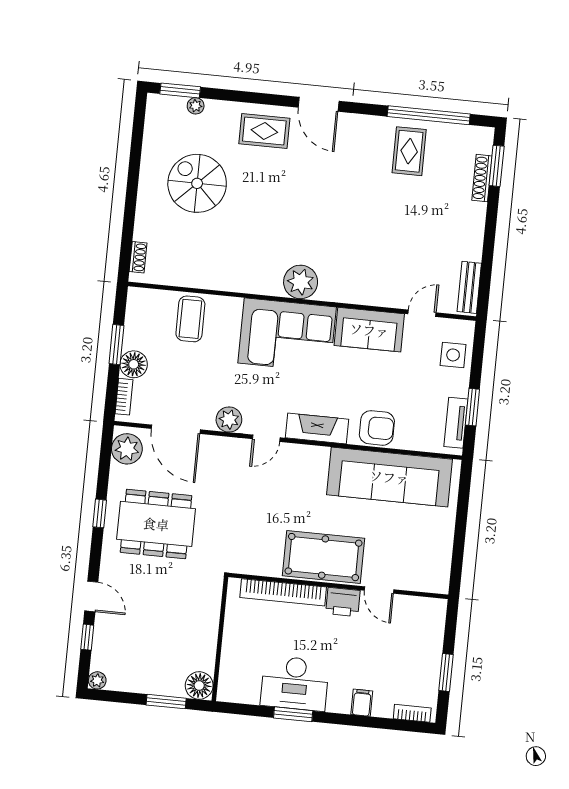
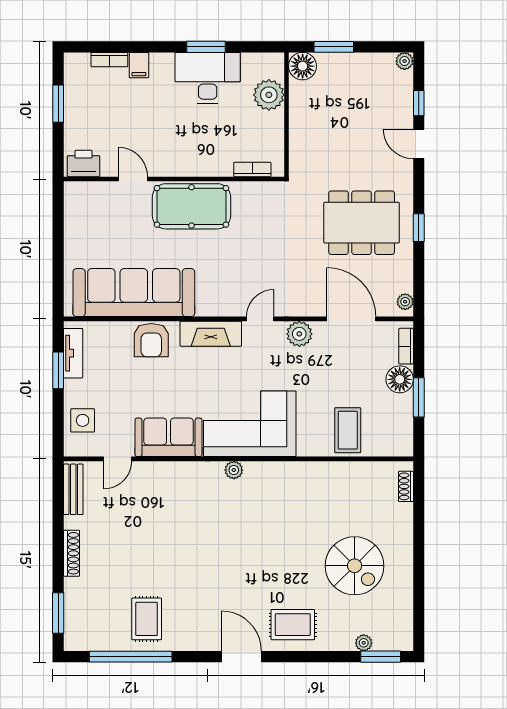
shoe rack: (482, 178) -> (71, 553), moved
plant: (301, 282) -> (234, 470), width x0.53, depth x0.53
armchair: (377, 428) -> (151, 340), turned -90
plant: (127, 449) -> (405, 302), width x0.53, depth x0.53
bookcase: (283, 592) -> (252, 170), width x0.43, depth x0.76
printer: (343, 602) -> (84, 164), moved
plant: (236, 660) -> (269, 95), added
bookcase: (412, 713) -> (109, 60), moved

